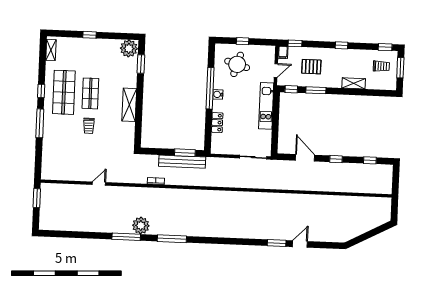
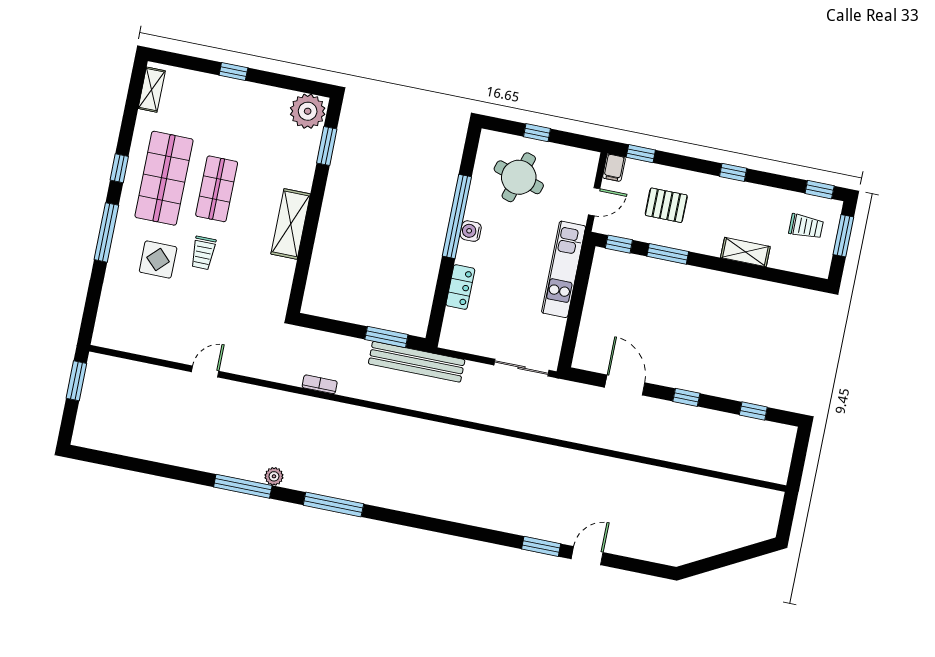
display table: (67, 132) -> (158, 259), added
bench: (182, 162) -> (417, 362), moved
plant: (141, 226) -> (274, 476), width x0.53, depth x0.53

